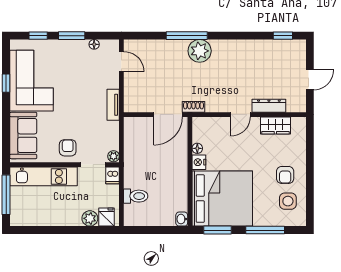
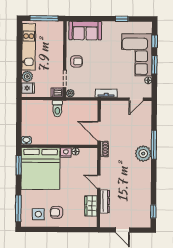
corner sofa: (31, 81) -> (137, 55), moved, turned 90
kitchen unit: (43, 176) -> (29, 47), moved, turned 180
toilet: (136, 196) -> (57, 109), moved
window: (265, 230) -> (18, 208), moved

